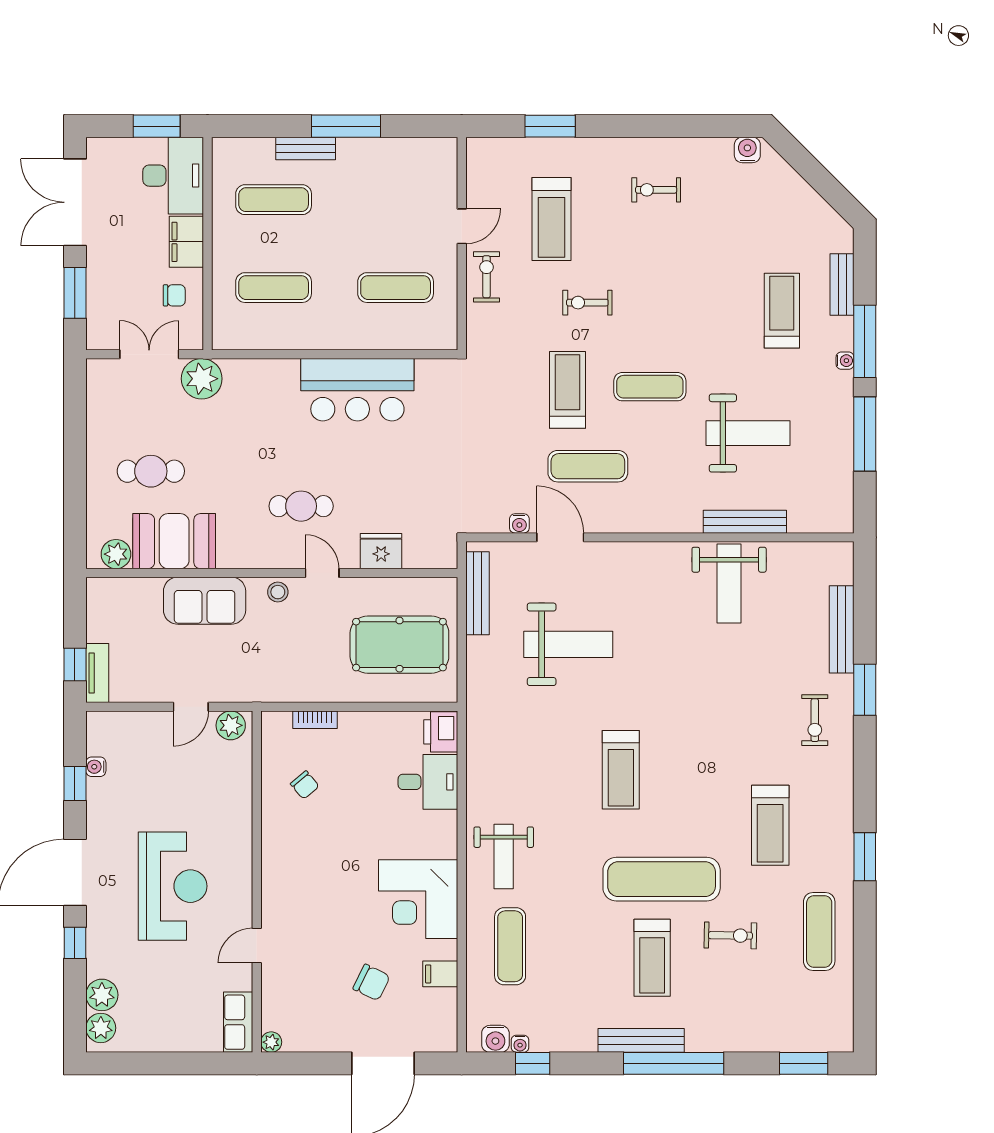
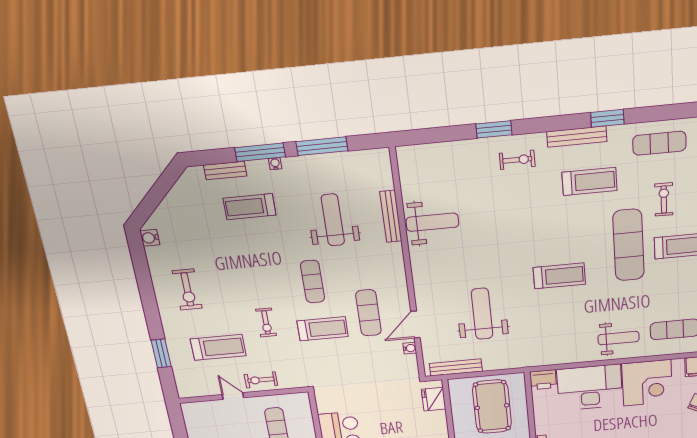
exercise bike: (656, 190) -> (187, 290), width x1.38, depth x1.39
treadmill: (568, 390) -> (323, 329), turned 180
fridge: (381, 551) -> (434, 399), moved
bench: (842, 629) -> (577, 137), moved
desk: (428, 782) -> (590, 387), width x1.87, depth x1.30

